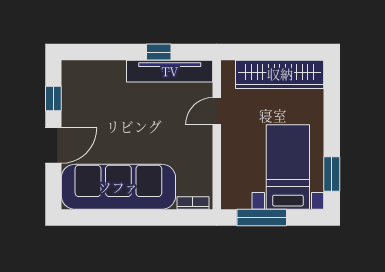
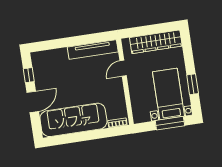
window: (159, 52) -> (85, 40), removed
window: (332, 174) -> (193, 84), moved
window: (262, 217) -> (170, 123), moved

